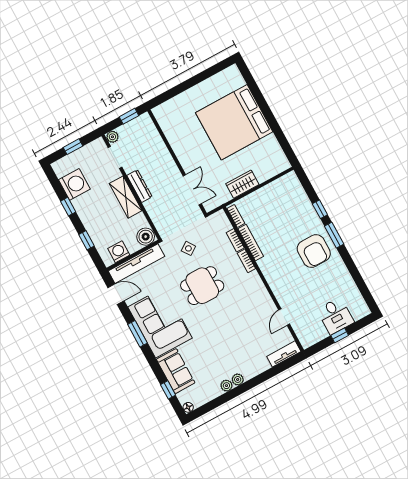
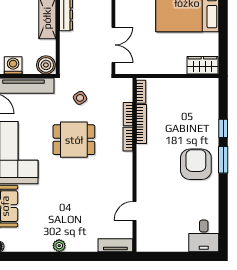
wardrobe: (242, 184) -> (202, 65), moved
armchair: (314, 251) -> (196, 164), turned 180
desk: (335, 316) -> (204, 236), moved
window: (340, 335) -> (177, 256), removed
plant: (226, 386) -> (46, 246), removed

